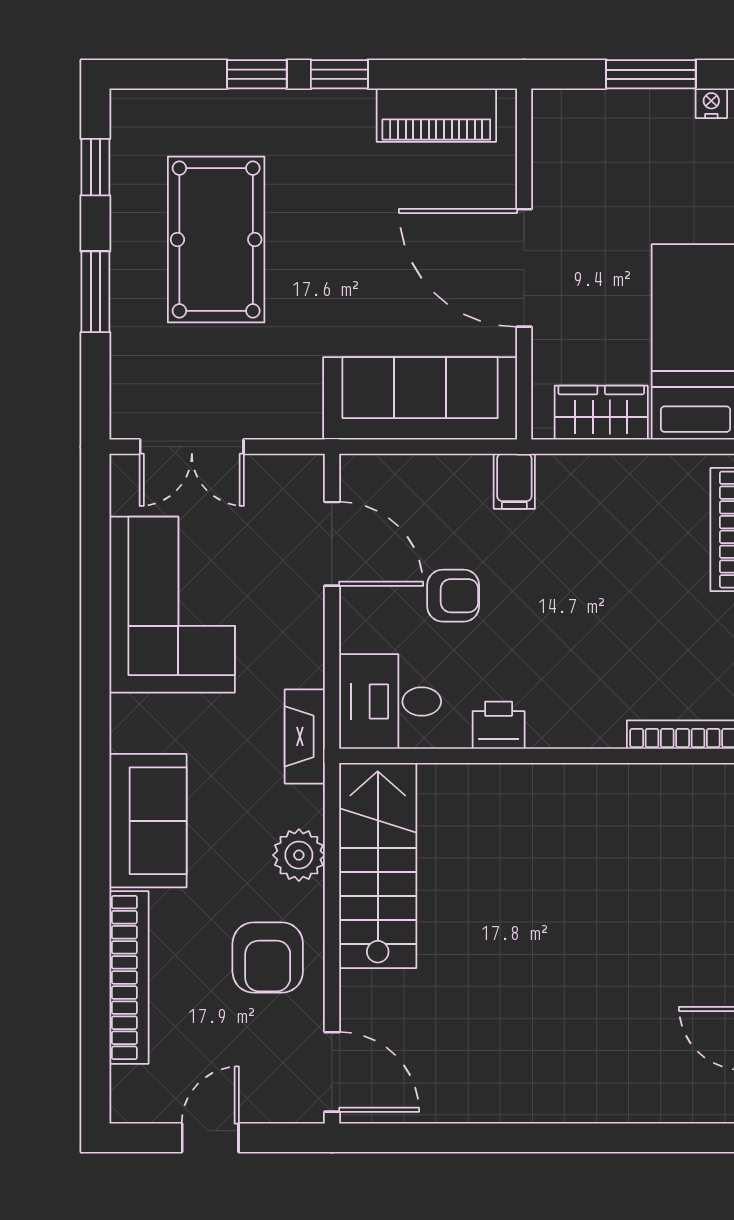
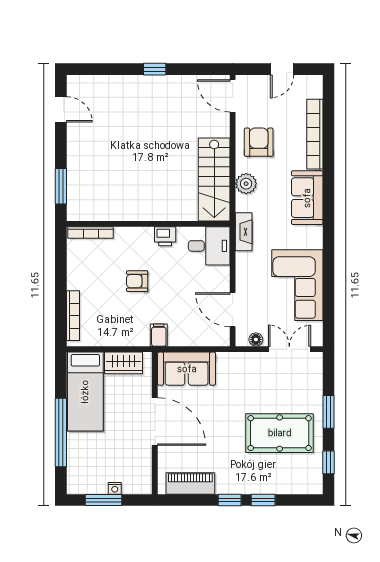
nightstand: (711, 103) -> (115, 488), moved
pool table: (216, 239) -> (280, 433), turned 90
sofa: (420, 398) -> (187, 369), width x0.73
floor lamp: (275, 470) -> (256, 339), added
armchair: (453, 596) -> (137, 281), moved
window: (525, 1138) -> (155, 69), added

